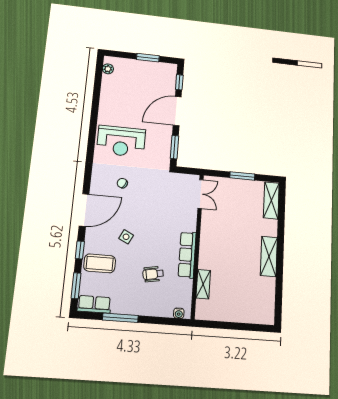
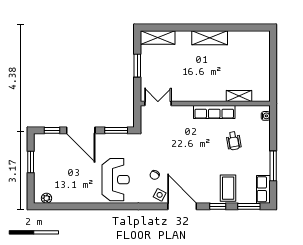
side table: (126, 237) -> (160, 195), moved

